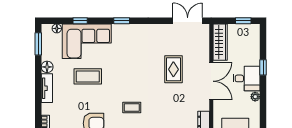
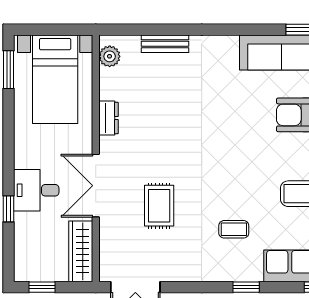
plant: (255, 97) -> (22, 160), removed
coffee table: (132, 107) -> (234, 229), moved

